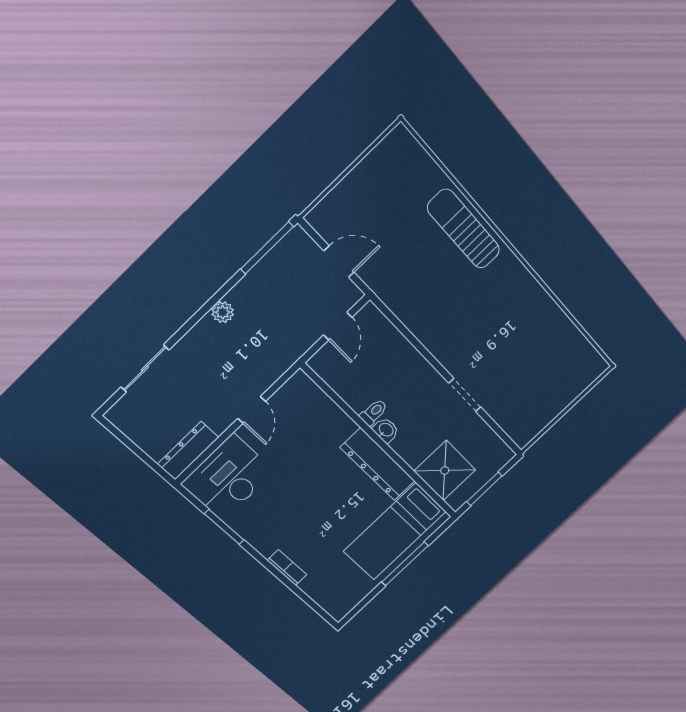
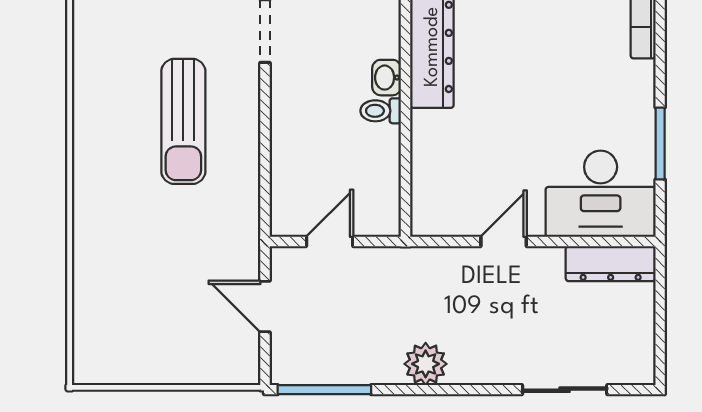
sun lounger: (464, 229) -> (183, 121), moved
plant: (223, 312) -> (426, 364), width x1.38, depth x1.38

